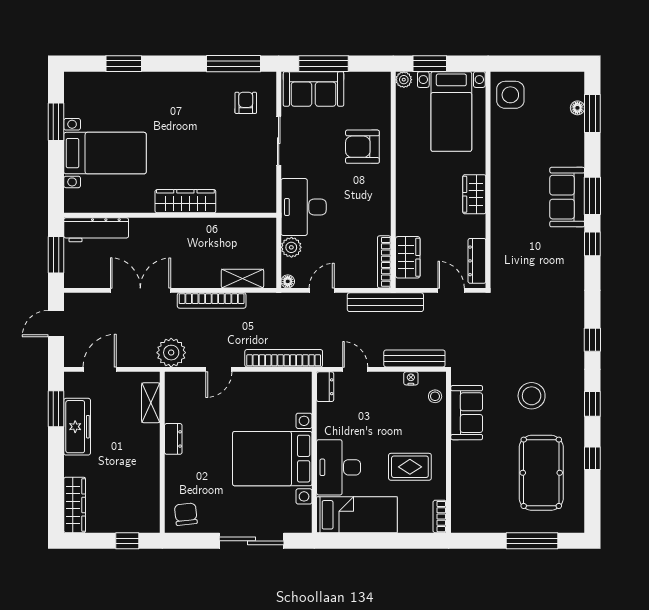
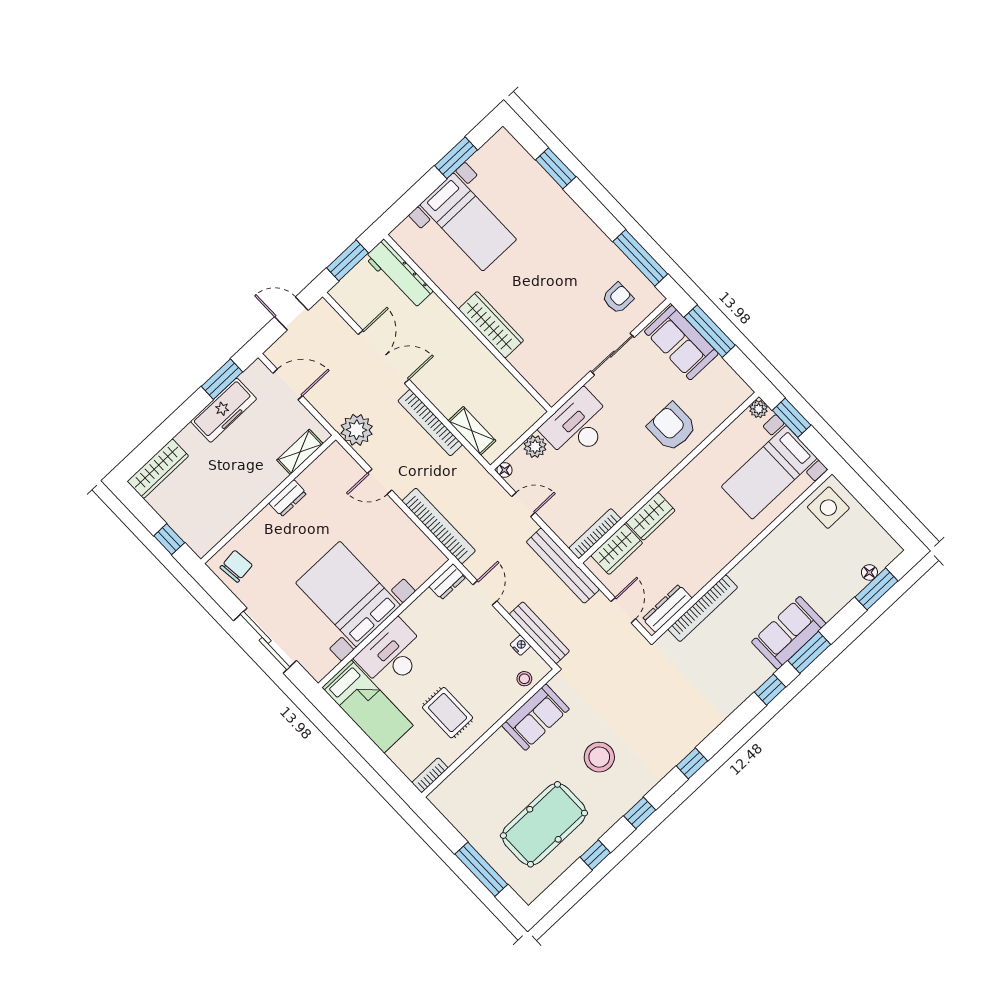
wardrobe: (474, 194) -> (651, 516), moved, turned 180
bookcase: (499, 238) -> (703, 608), added

